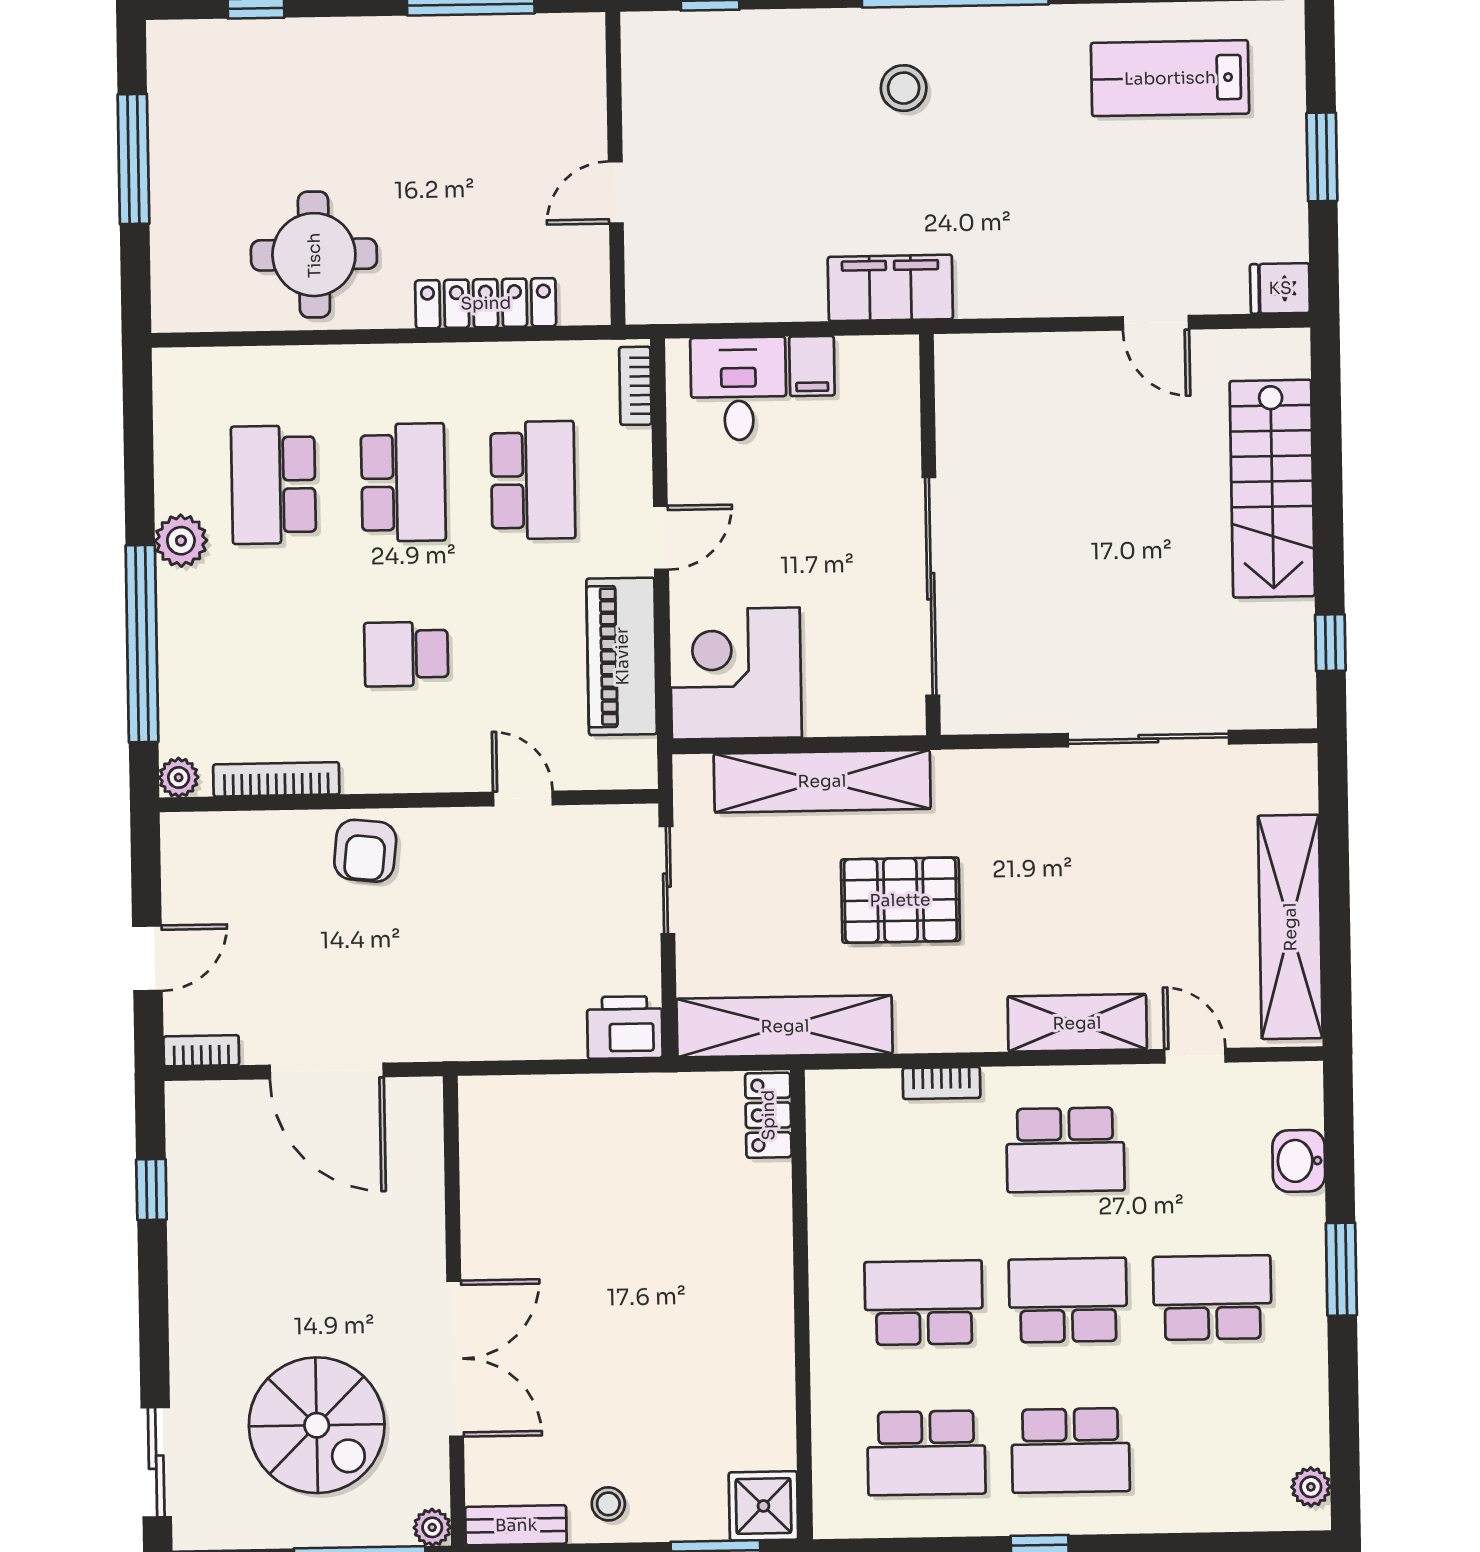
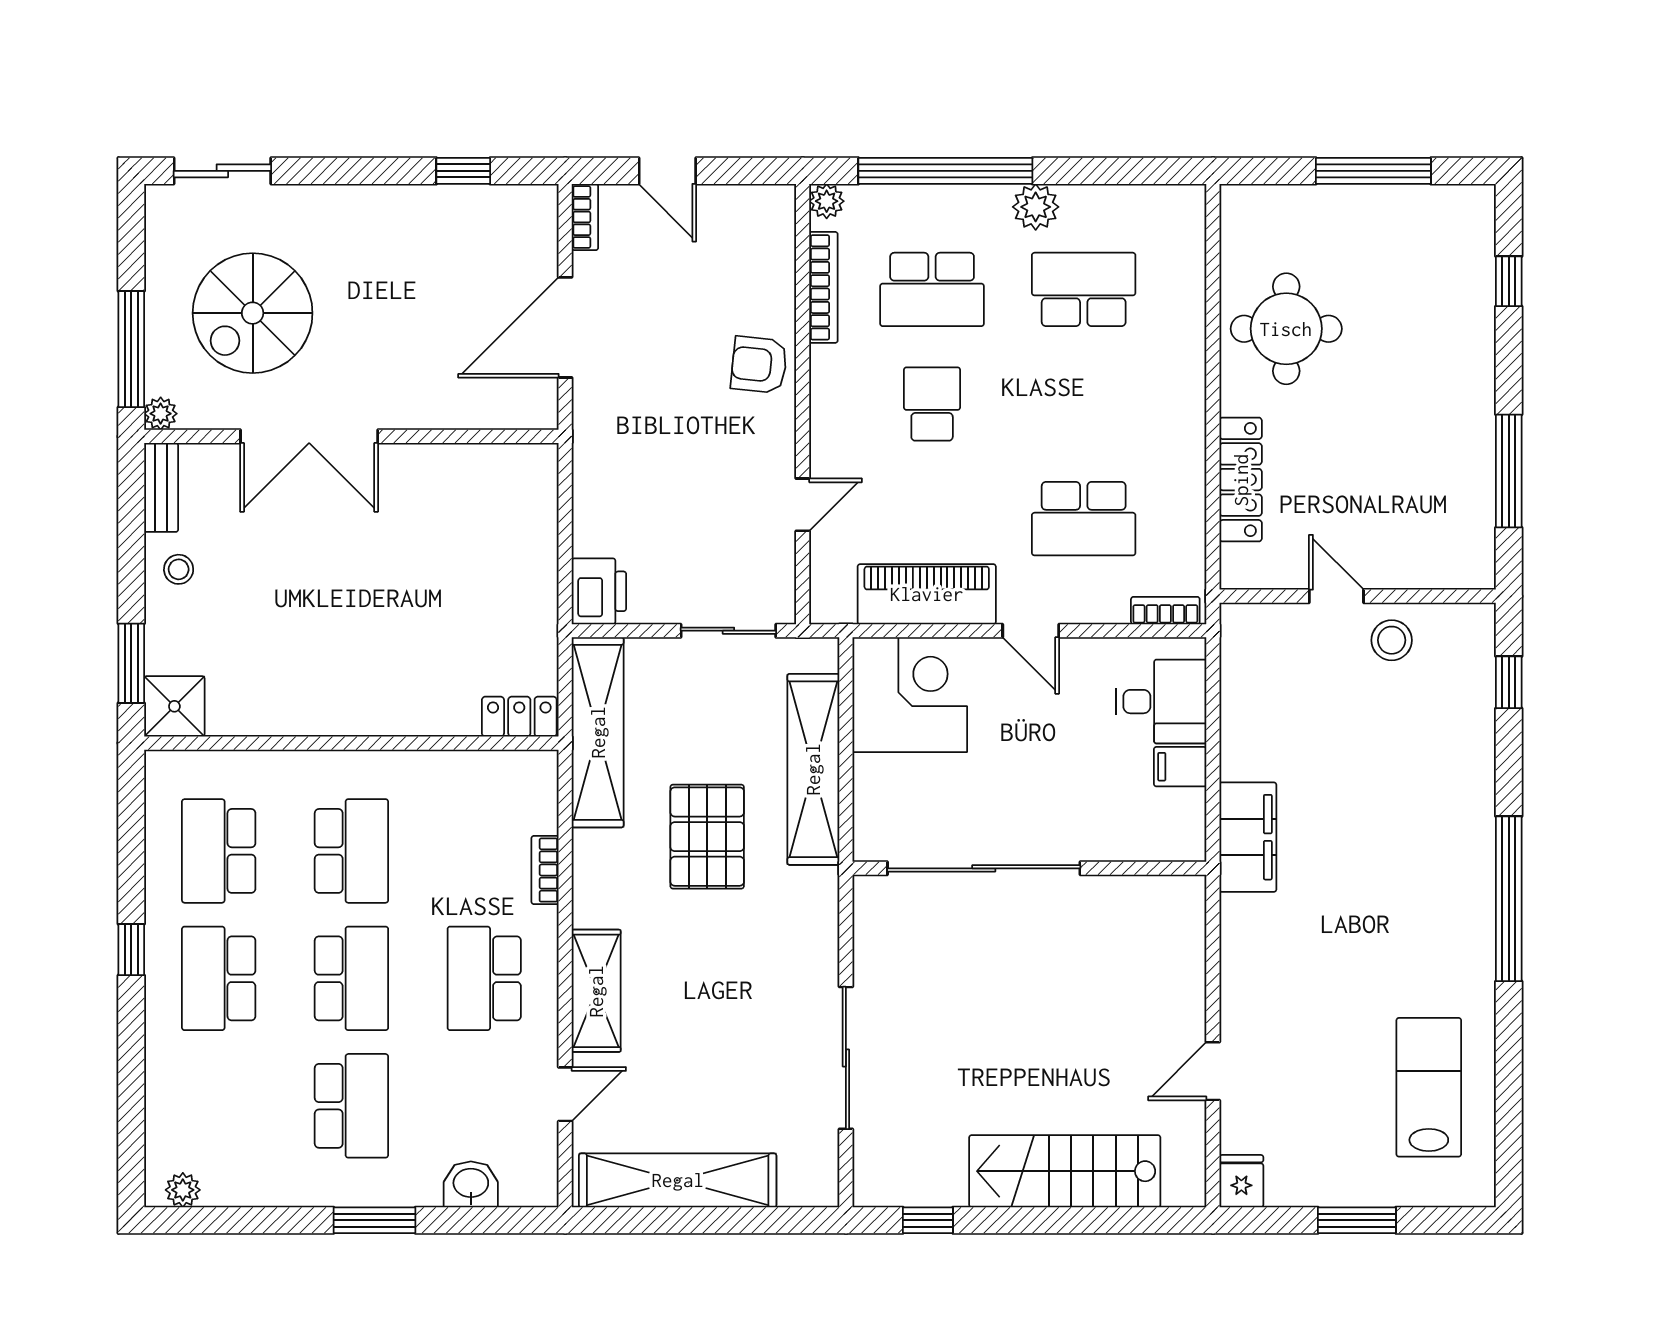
stool: (904, 88) -> (1392, 640), moved
school desk: (403, 482) -> (932, 289), moved

